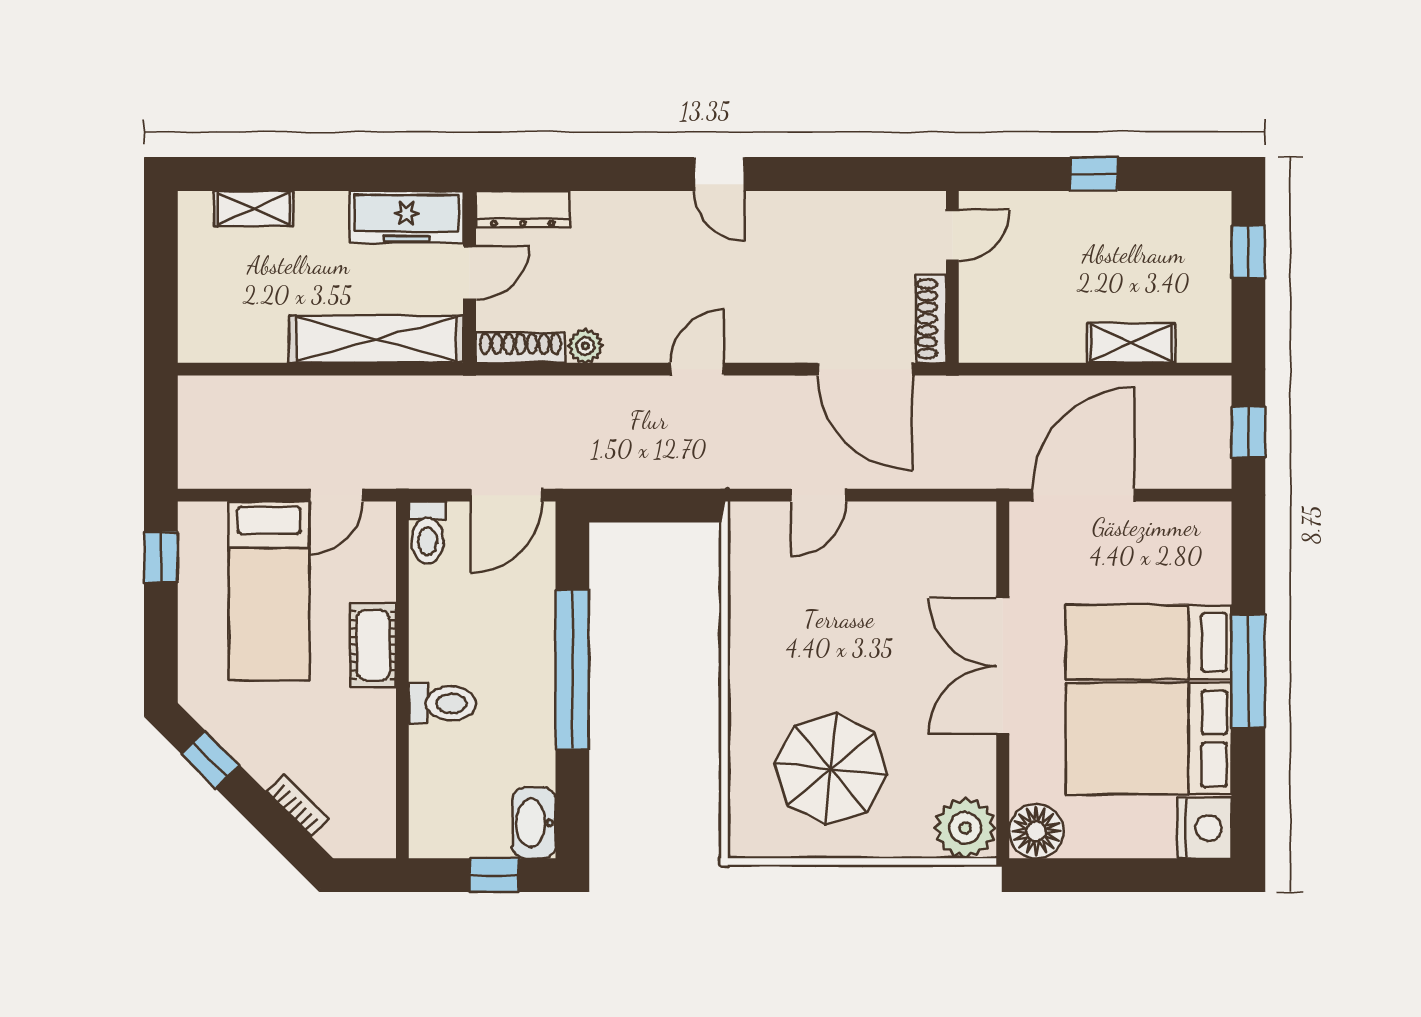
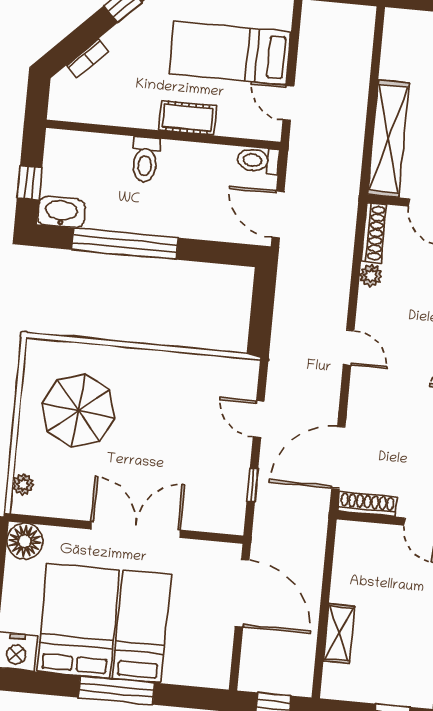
window: (919, 495) -> (252, 485), added
window: (572, 669) -> (125, 244), moved
plant: (965, 828) -> (23, 485), width x0.53, depth x0.53

